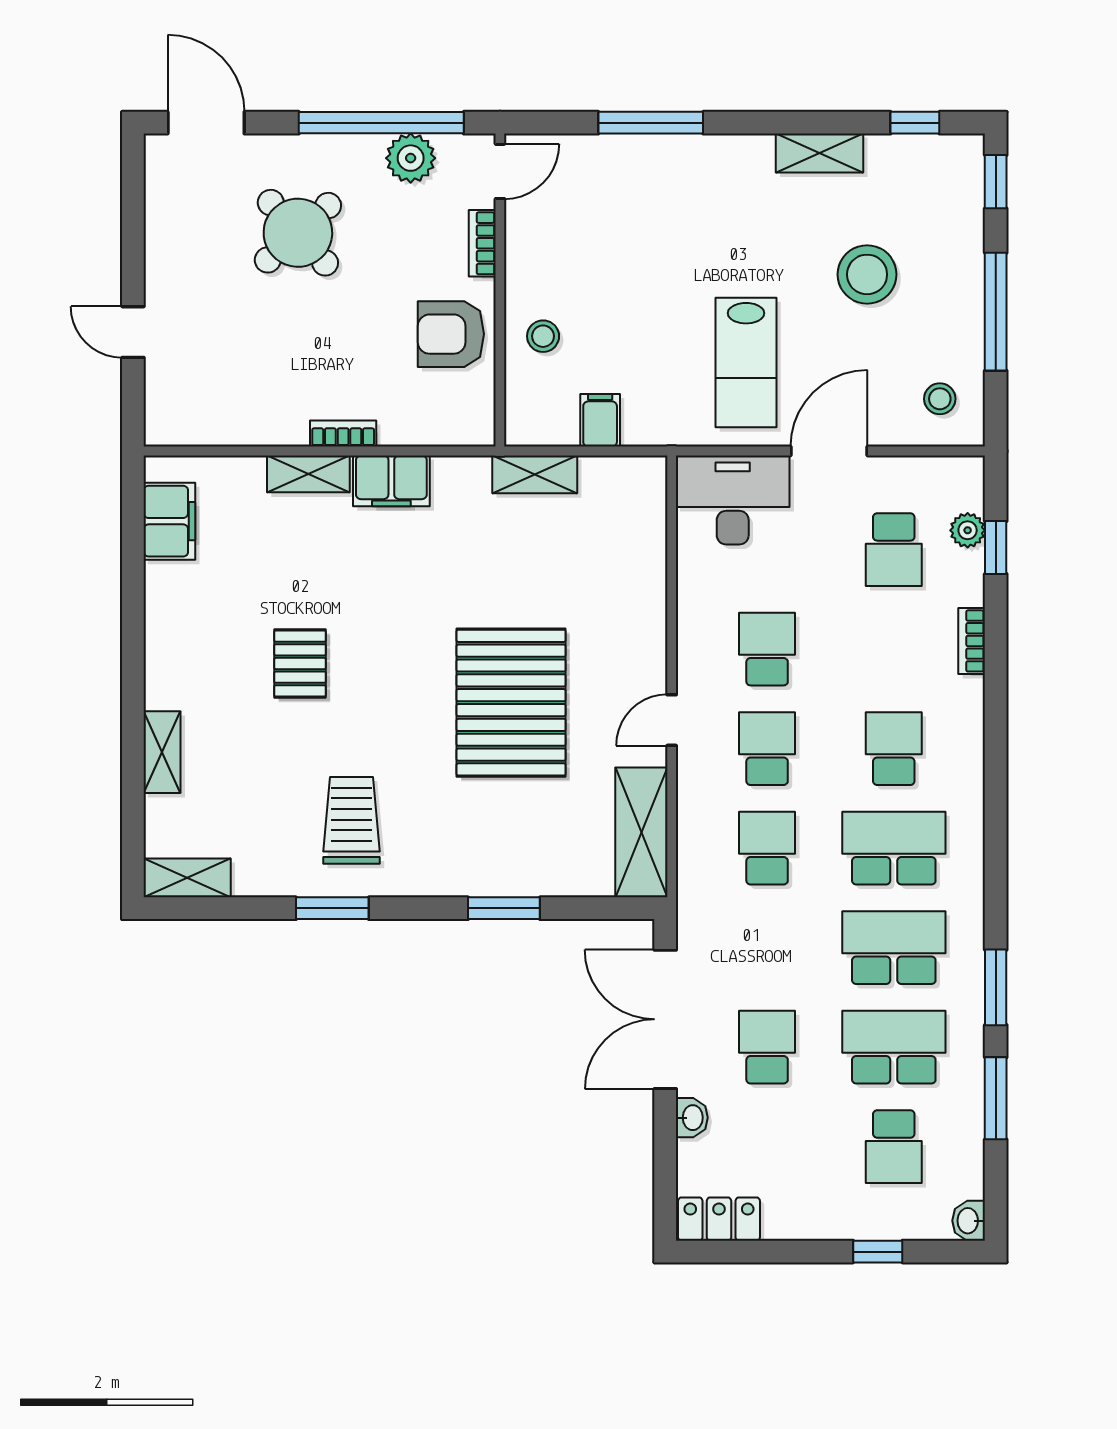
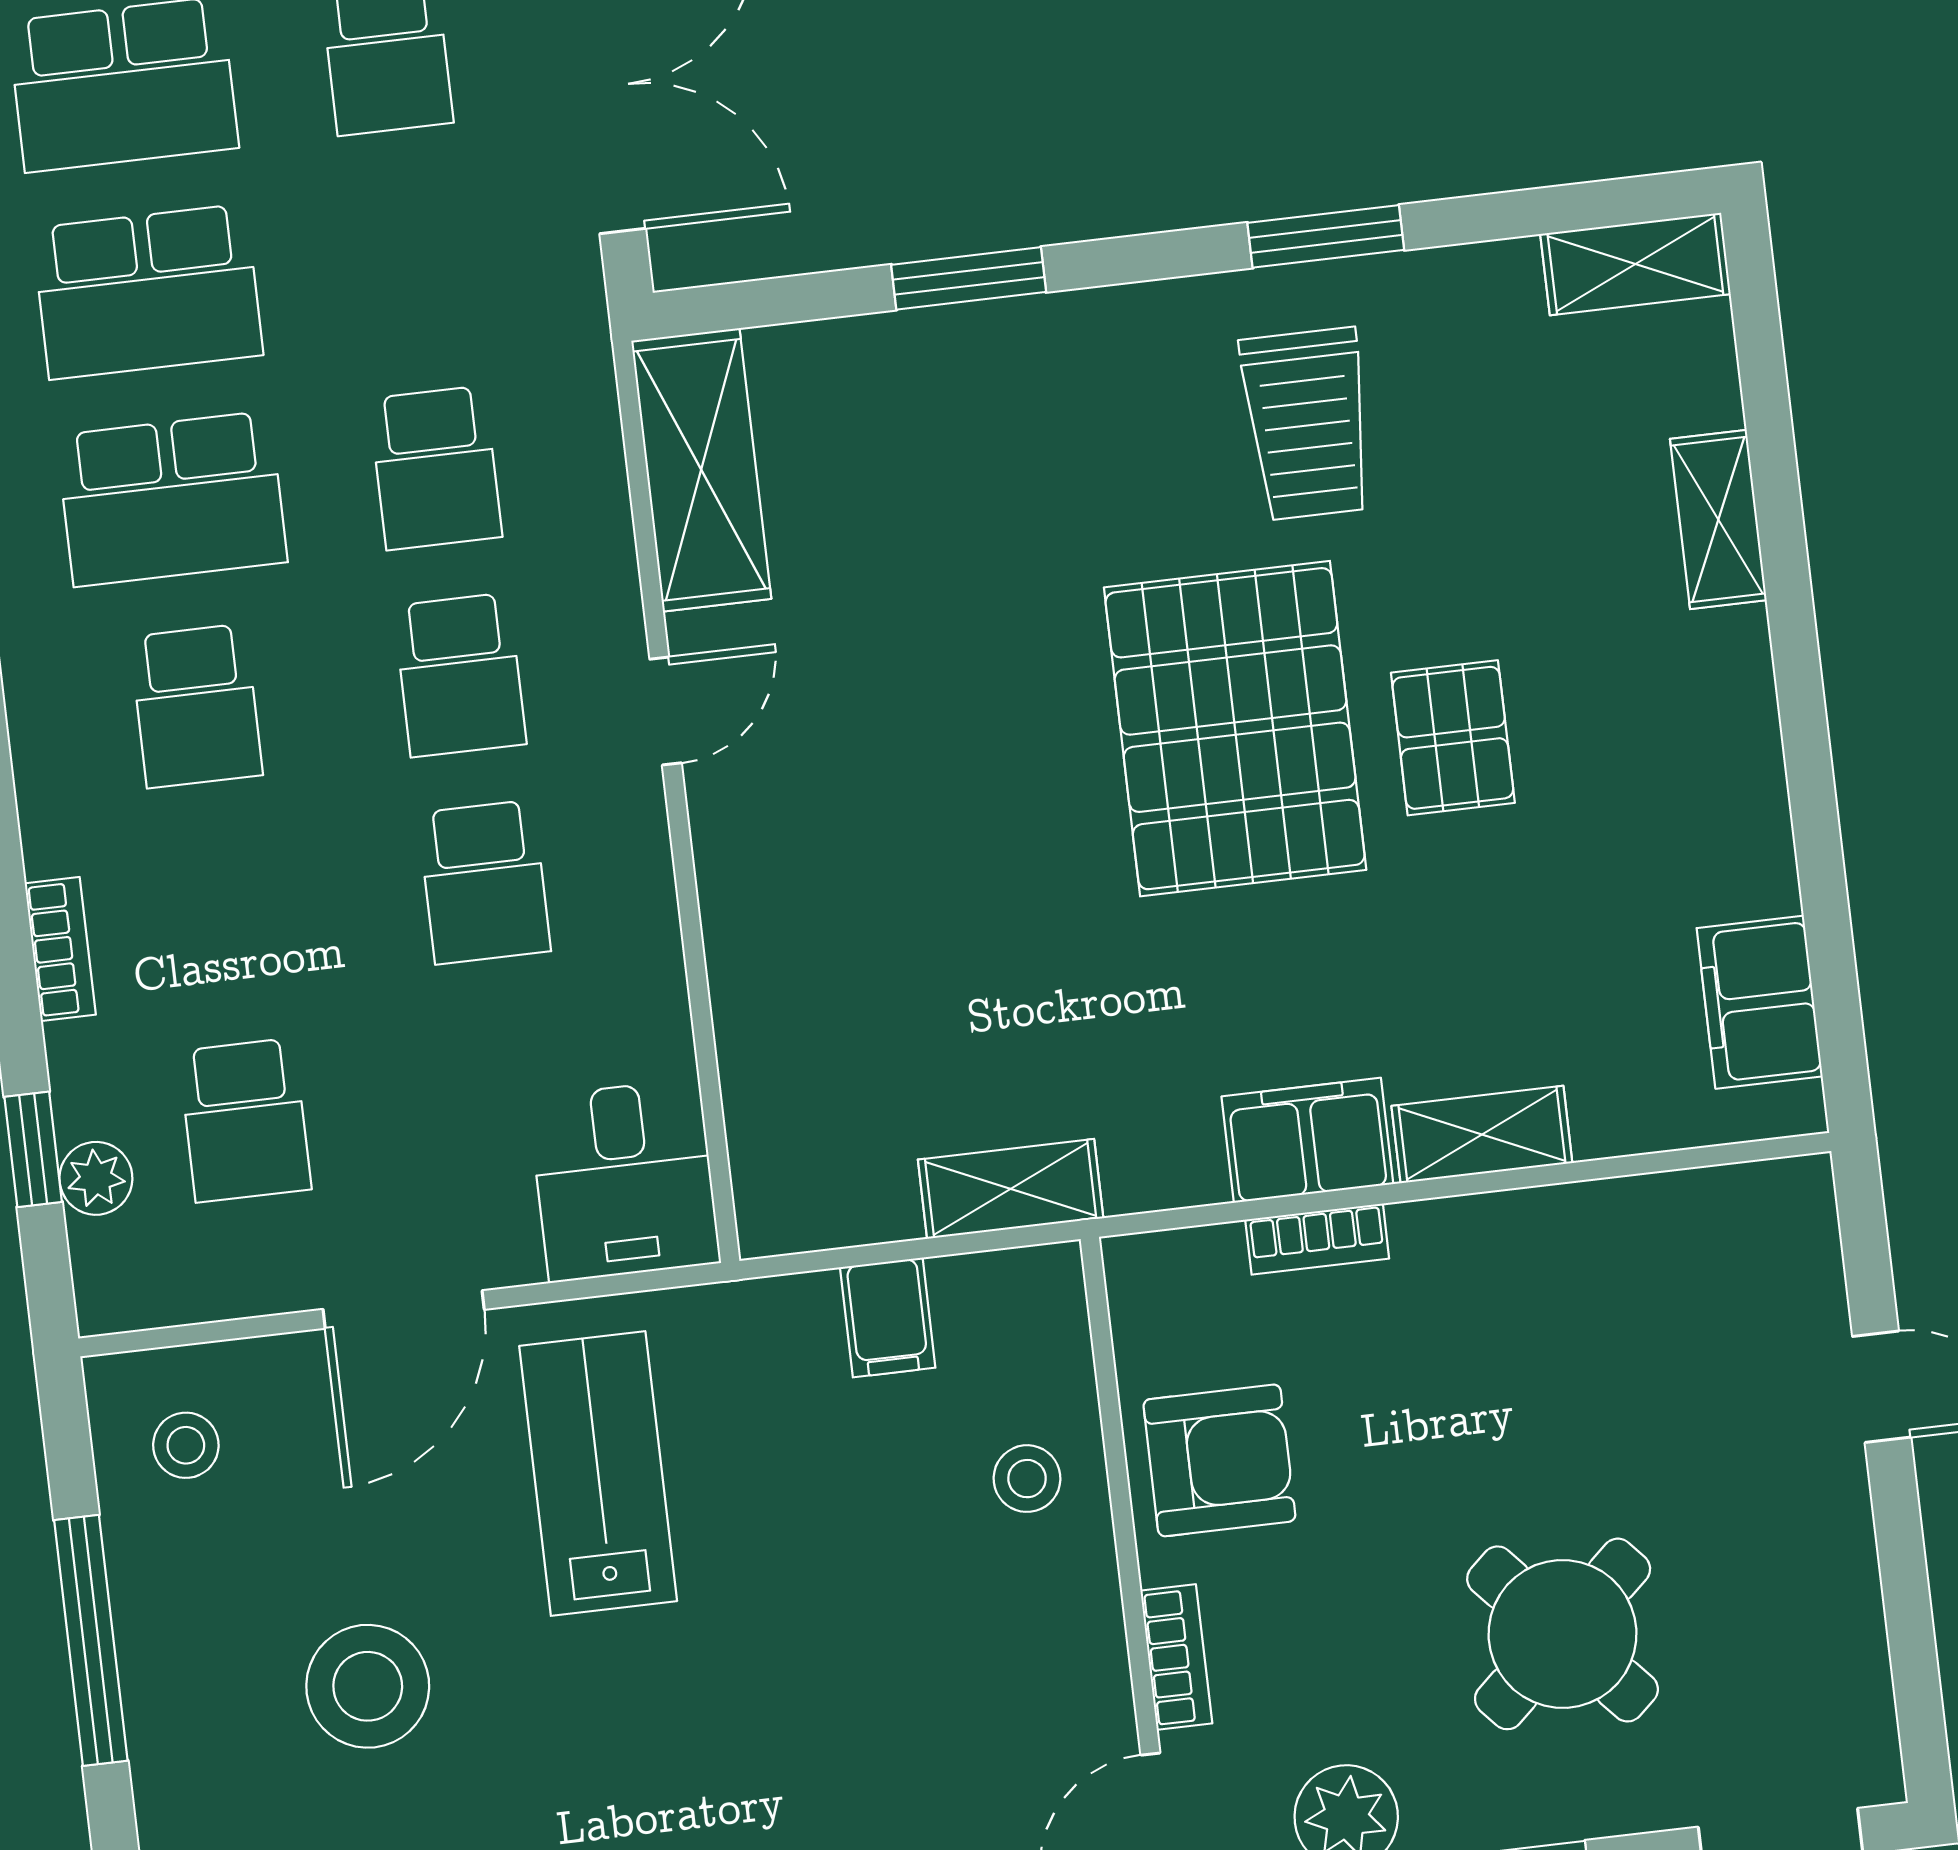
bookcase: (343, 434) -> (1317, 1239), moved
desk: (733, 500) -> (624, 1180), width x0.73
school desk: (894, 550) -> (245, 1120), turned 180
pallet: (511, 703) -> (1235, 729), moved

